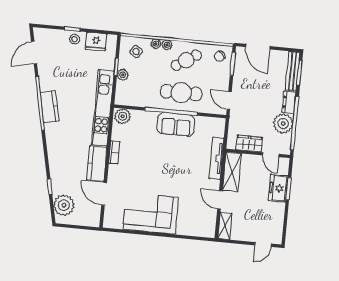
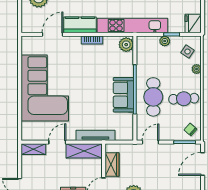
fridge: (96, 42) -> (193, 23), moved
plant: (167, 45) -> (196, 80), removed
cafe table: (186, 60) -> (184, 99), turned -61
corner sofa: (151, 213) -> (45, 88), width x1.36, depth x1.36

